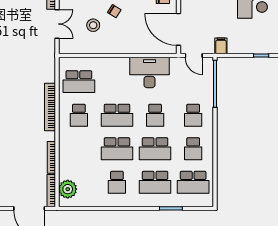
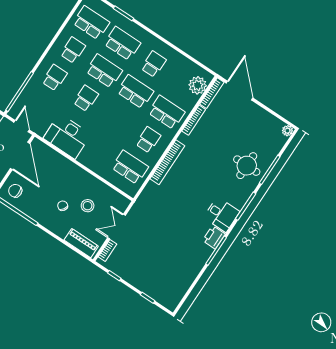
school desk: (117, 115) -> (166, 112), moved

